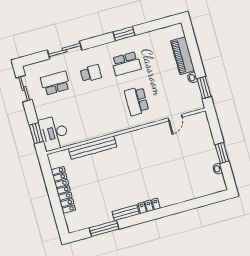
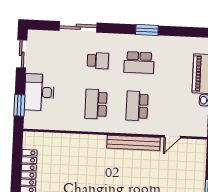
school desk: (55, 83) -> (96, 104), moved, turned -90
desk: (54, 133) -> (39, 92), moved
bench: (93, 148) -> (133, 143), moved

